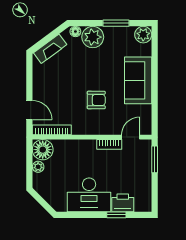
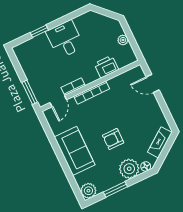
armchair: (96, 100) -> (113, 139), moved
bookcase: (52, 130) -> (92, 92), moved
floor lamp: (43, 150) -> (126, 56), removed
desk: (89, 195) -> (65, 39), width x0.73
printer: (123, 203) -> (106, 67), moved, turned 180

